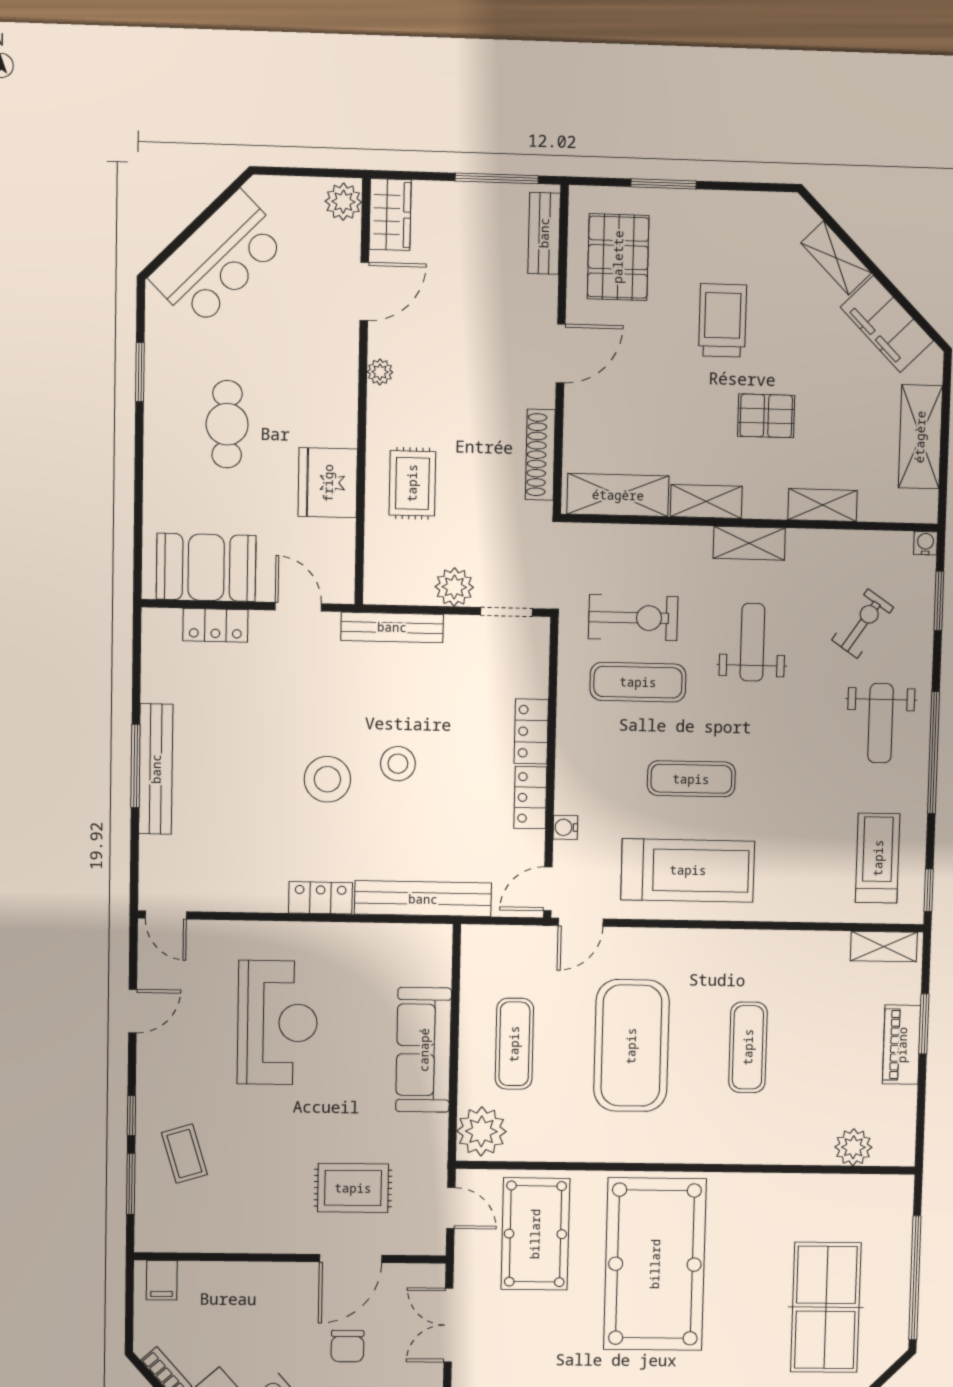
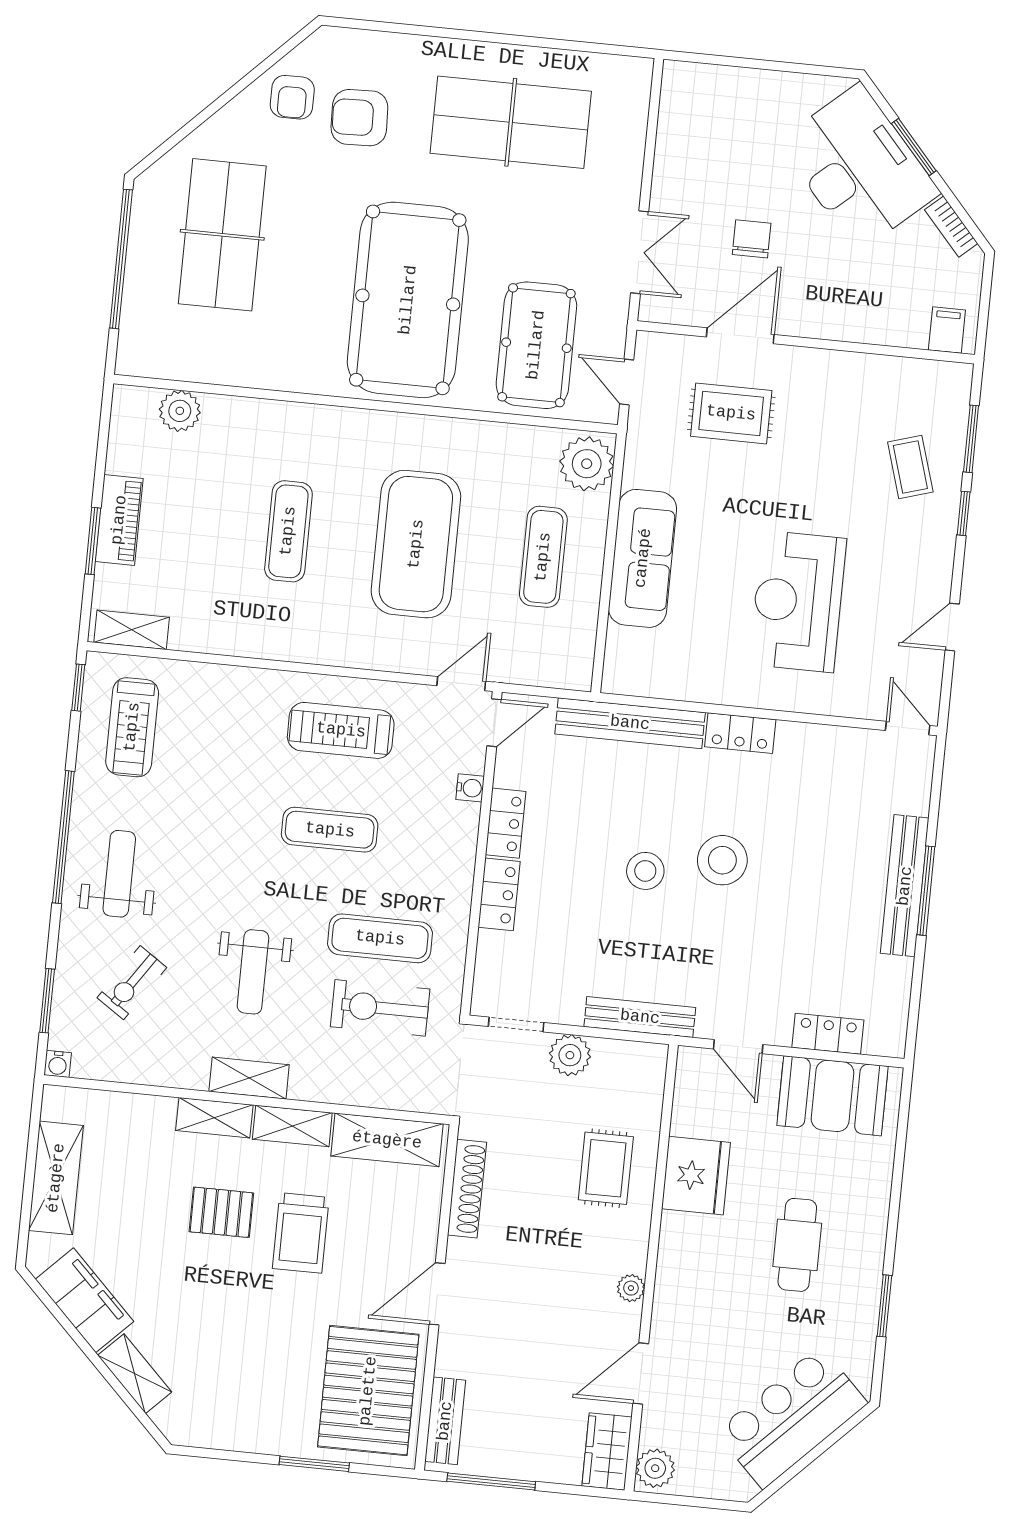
pallet: (618, 257) -> (368, 1391), width x1.37, depth x1.41
trolley: (723, 320) -> (301, 1233), moved
shelving: (823, 505) -> (214, 1118), moved
treadmill: (688, 870) -> (341, 730), width x0.73, depth x0.73

